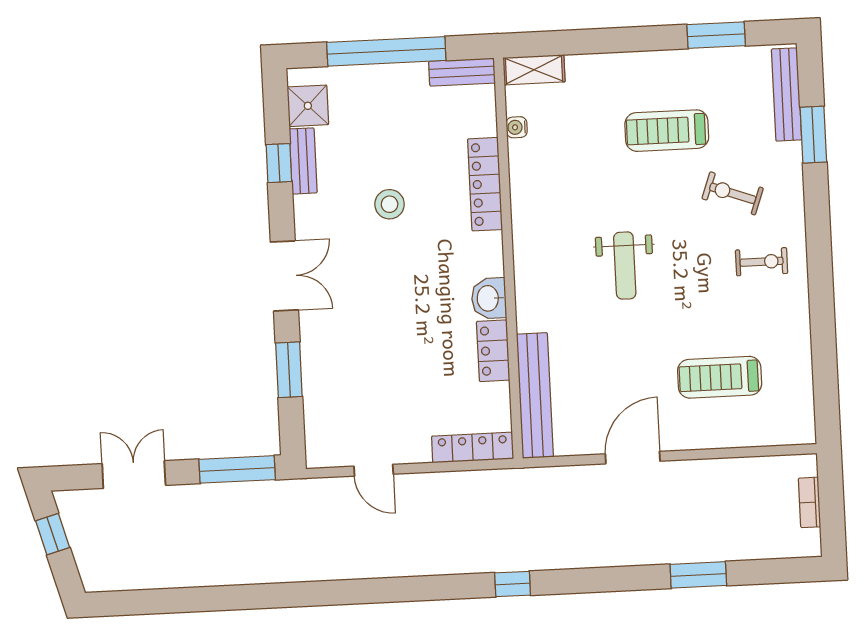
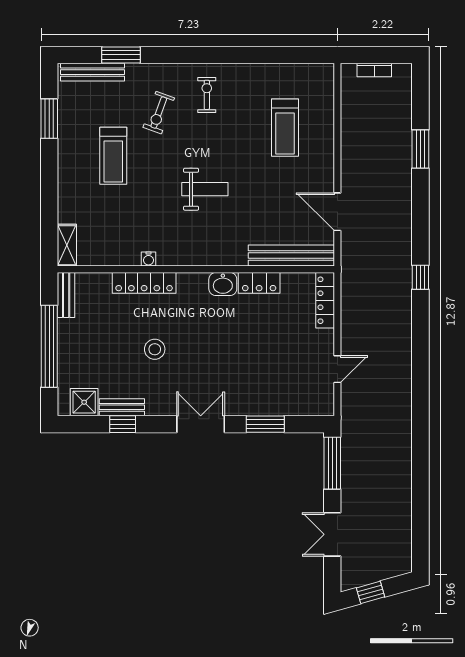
water cooler: (517, 127) -> (148, 259), moved
door: (633, 458) -> (337, 212), moved

